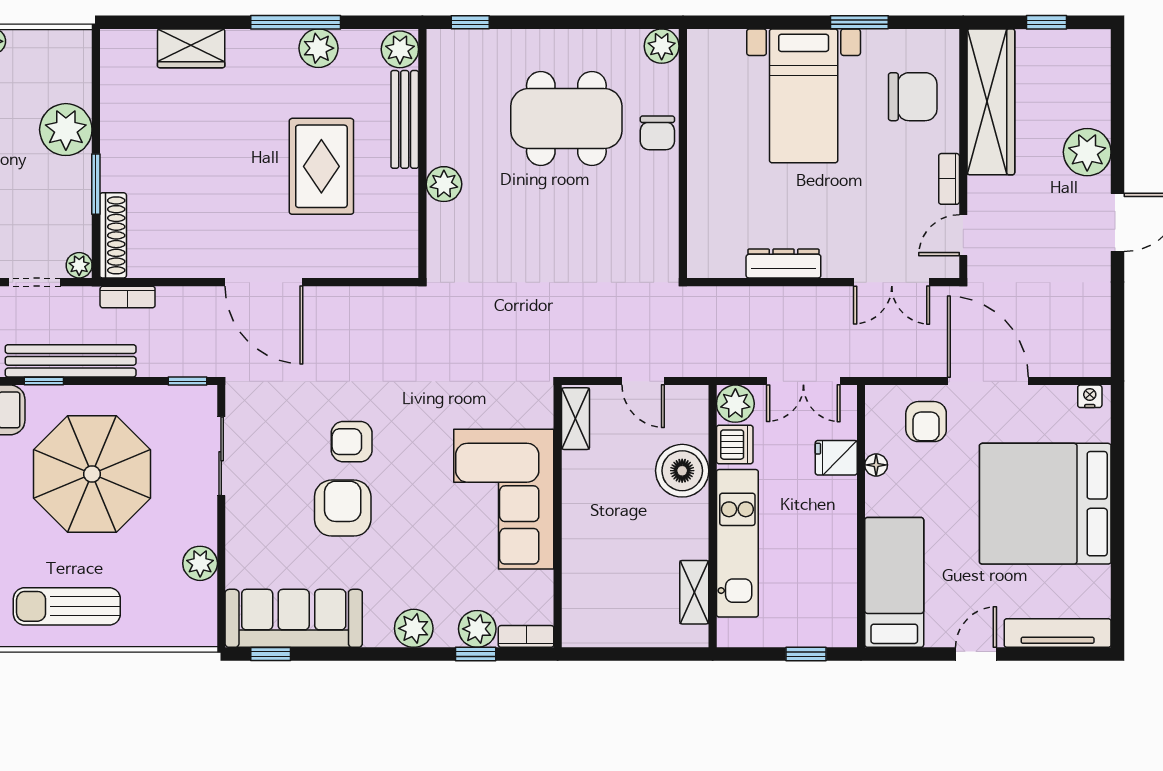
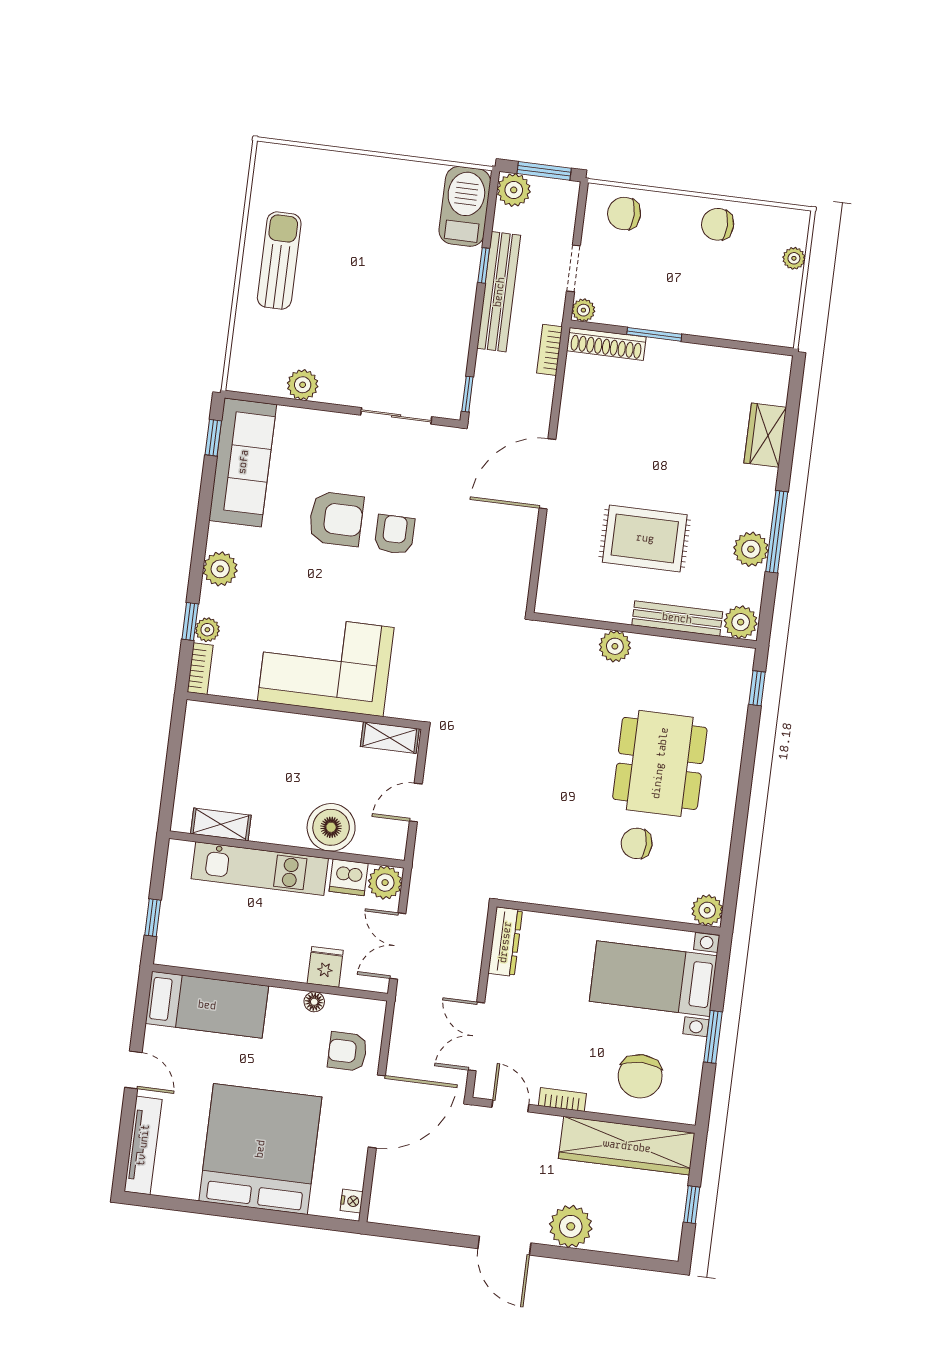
plant: (662, 46) -> (707, 910), moved
plant: (66, 130) -> (707, 314), removed
wall: (683, 153) -> (609, 917), moved
parasol: (92, 474) -> (395, 298), removed
plant: (477, 629) -> (207, 630), width x0.73, depth x0.73

